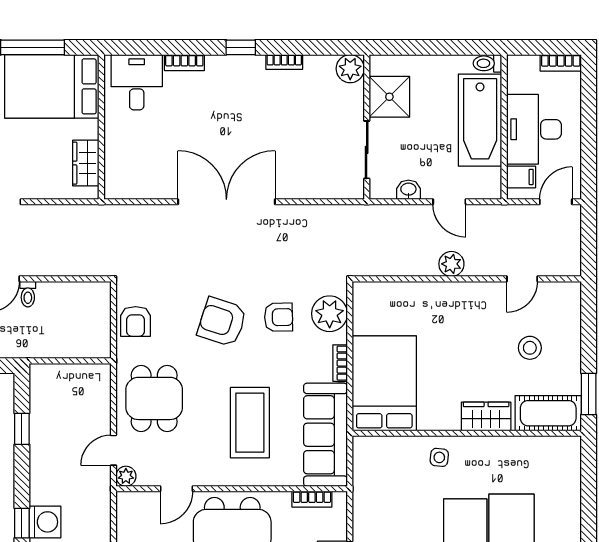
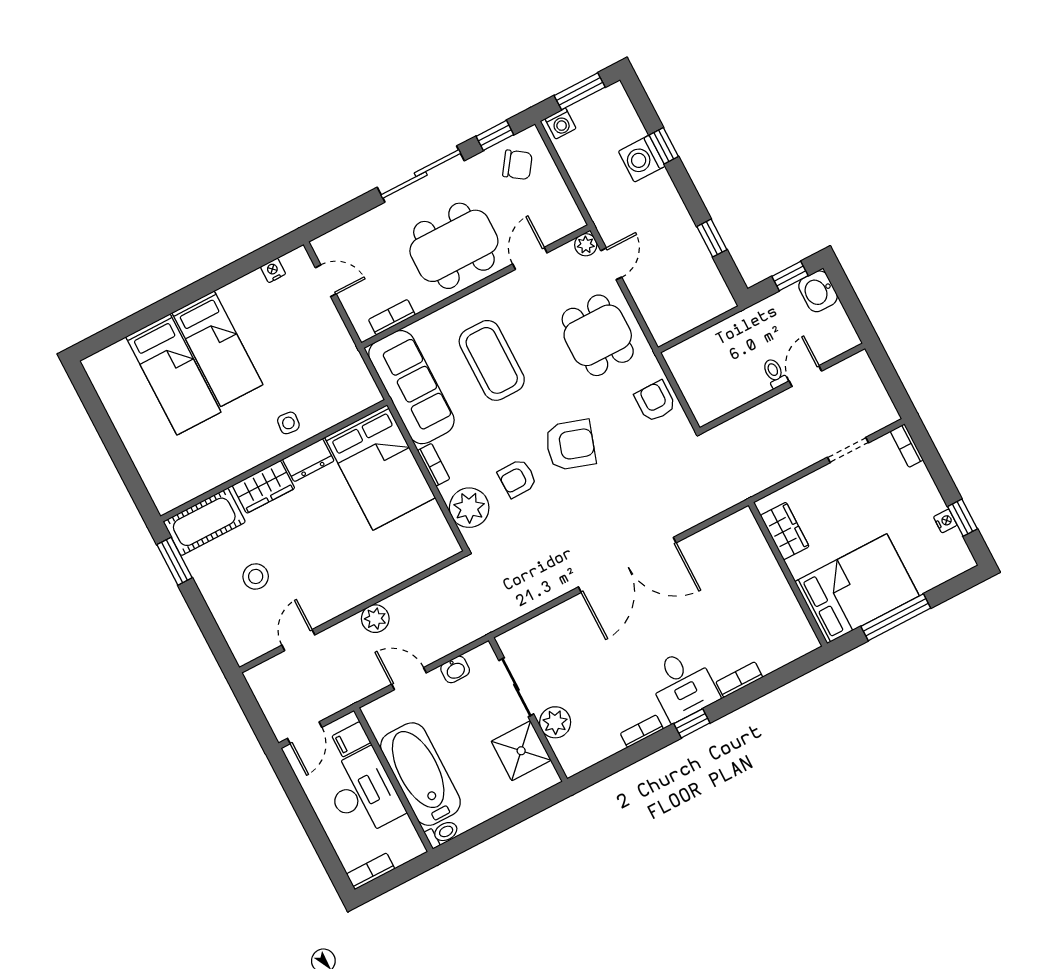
plant: (350, 69) -> (555, 722), moved
desk: (137, 82) -> (683, 685), moved
dresser: (439, 419) -> (308, 460), added

